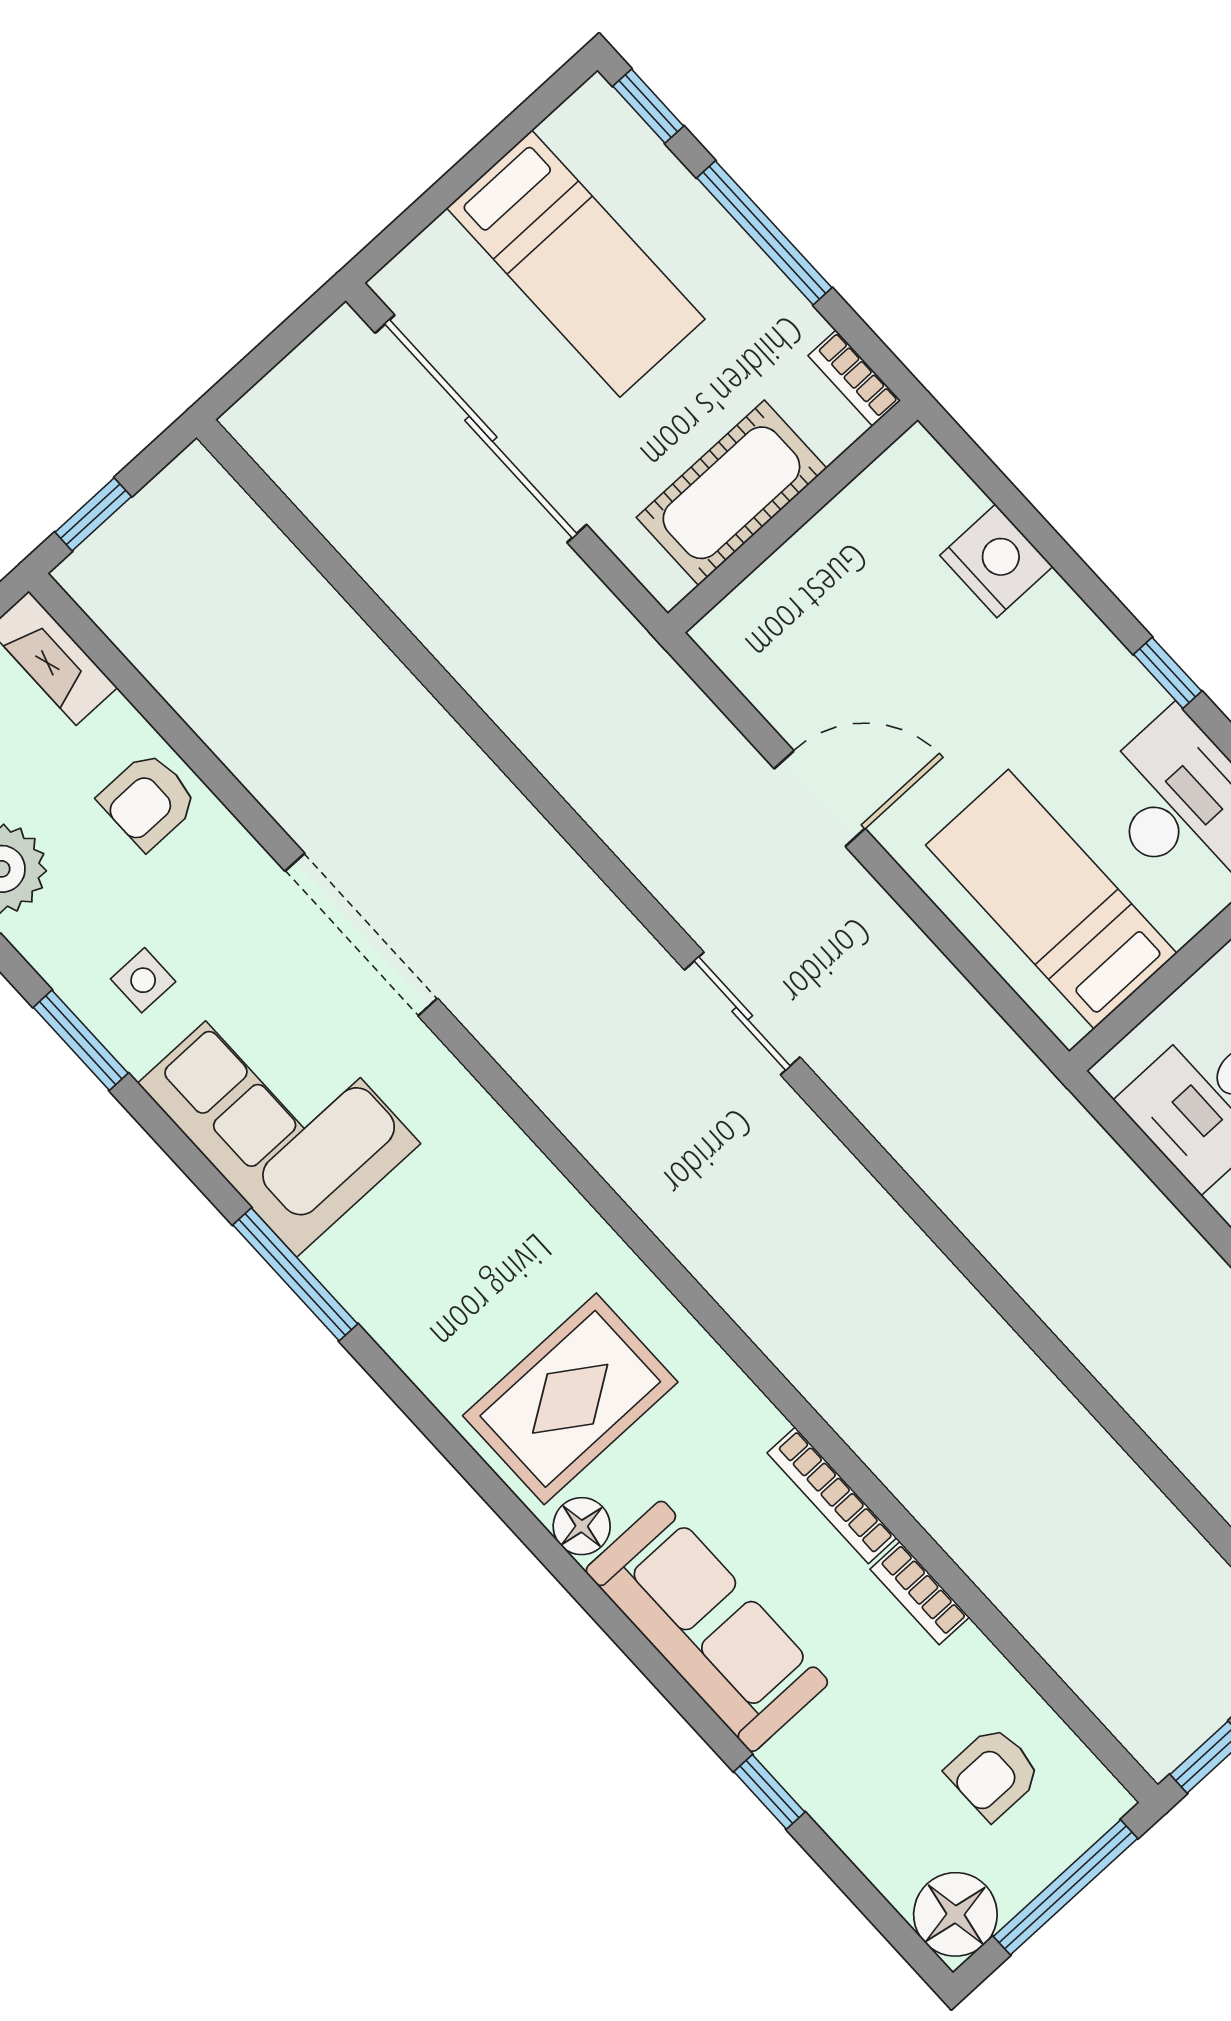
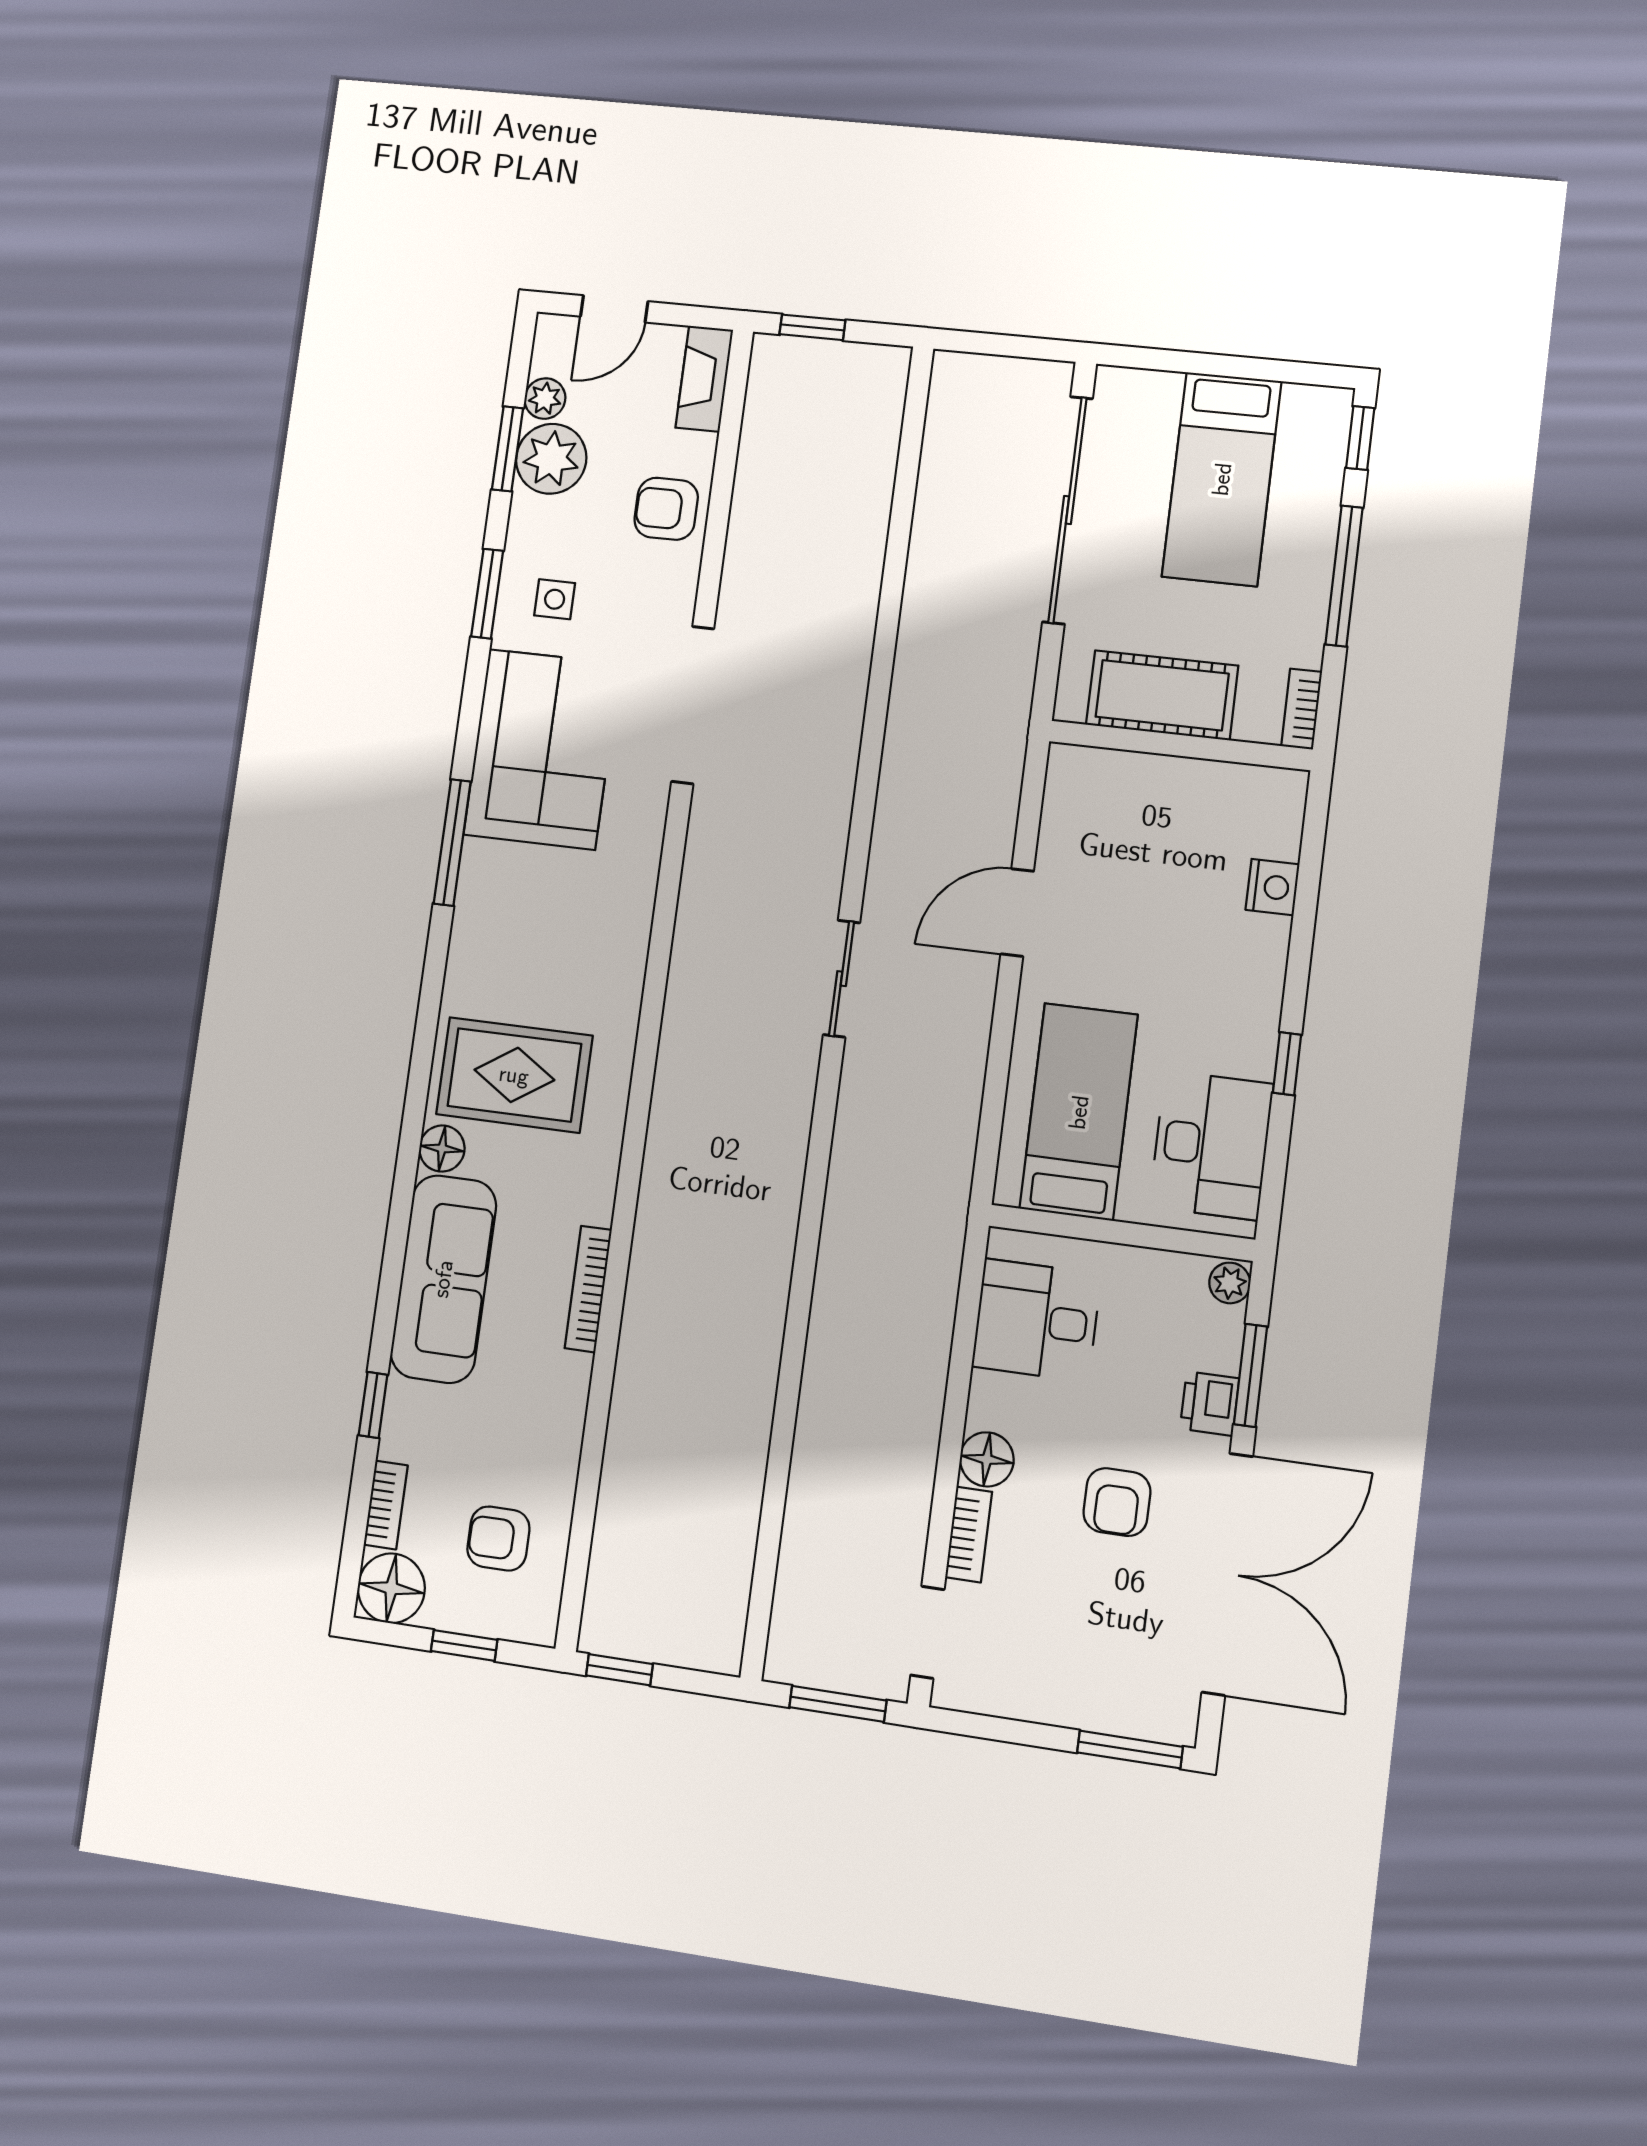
nightstand: (996, 561) -> (1273, 887), width x0.74, depth x0.75
door: (820, 799) -> (1017, 913), swing flipped
bookcase: (920, 1593) -> (386, 1505), moved, turned 180
window: (1065, 1887) -> (464, 1645), width x0.46

